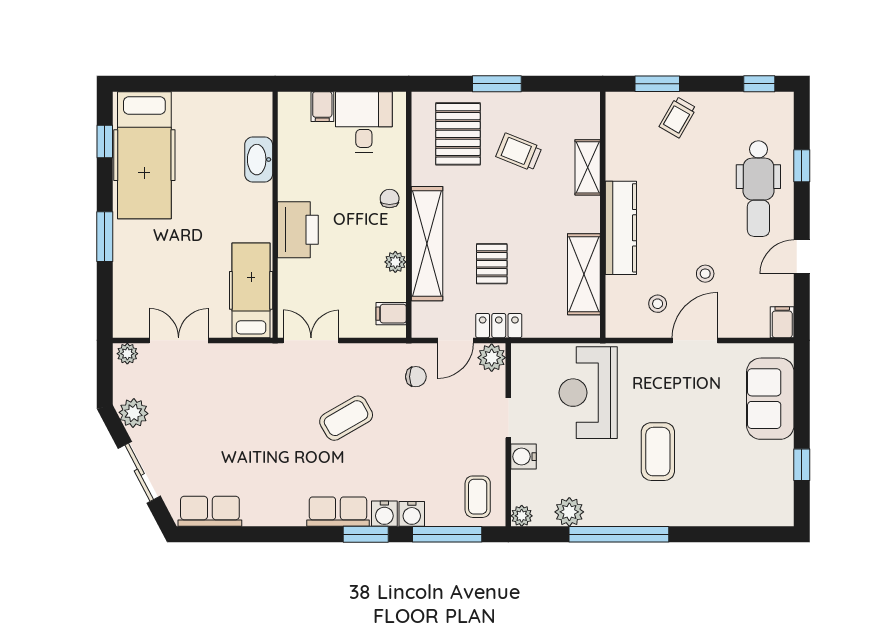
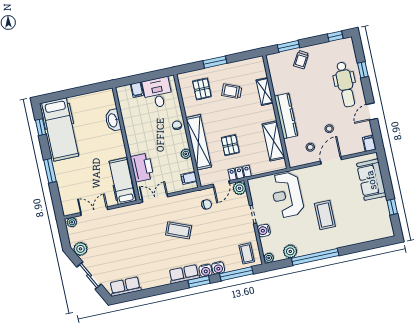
pallet: (458, 134) -> (202, 89), width x0.67, depth x0.71
printer: (298, 230) -> (142, 167), moved
coffee table: (346, 418) -> (179, 230), turned 52

